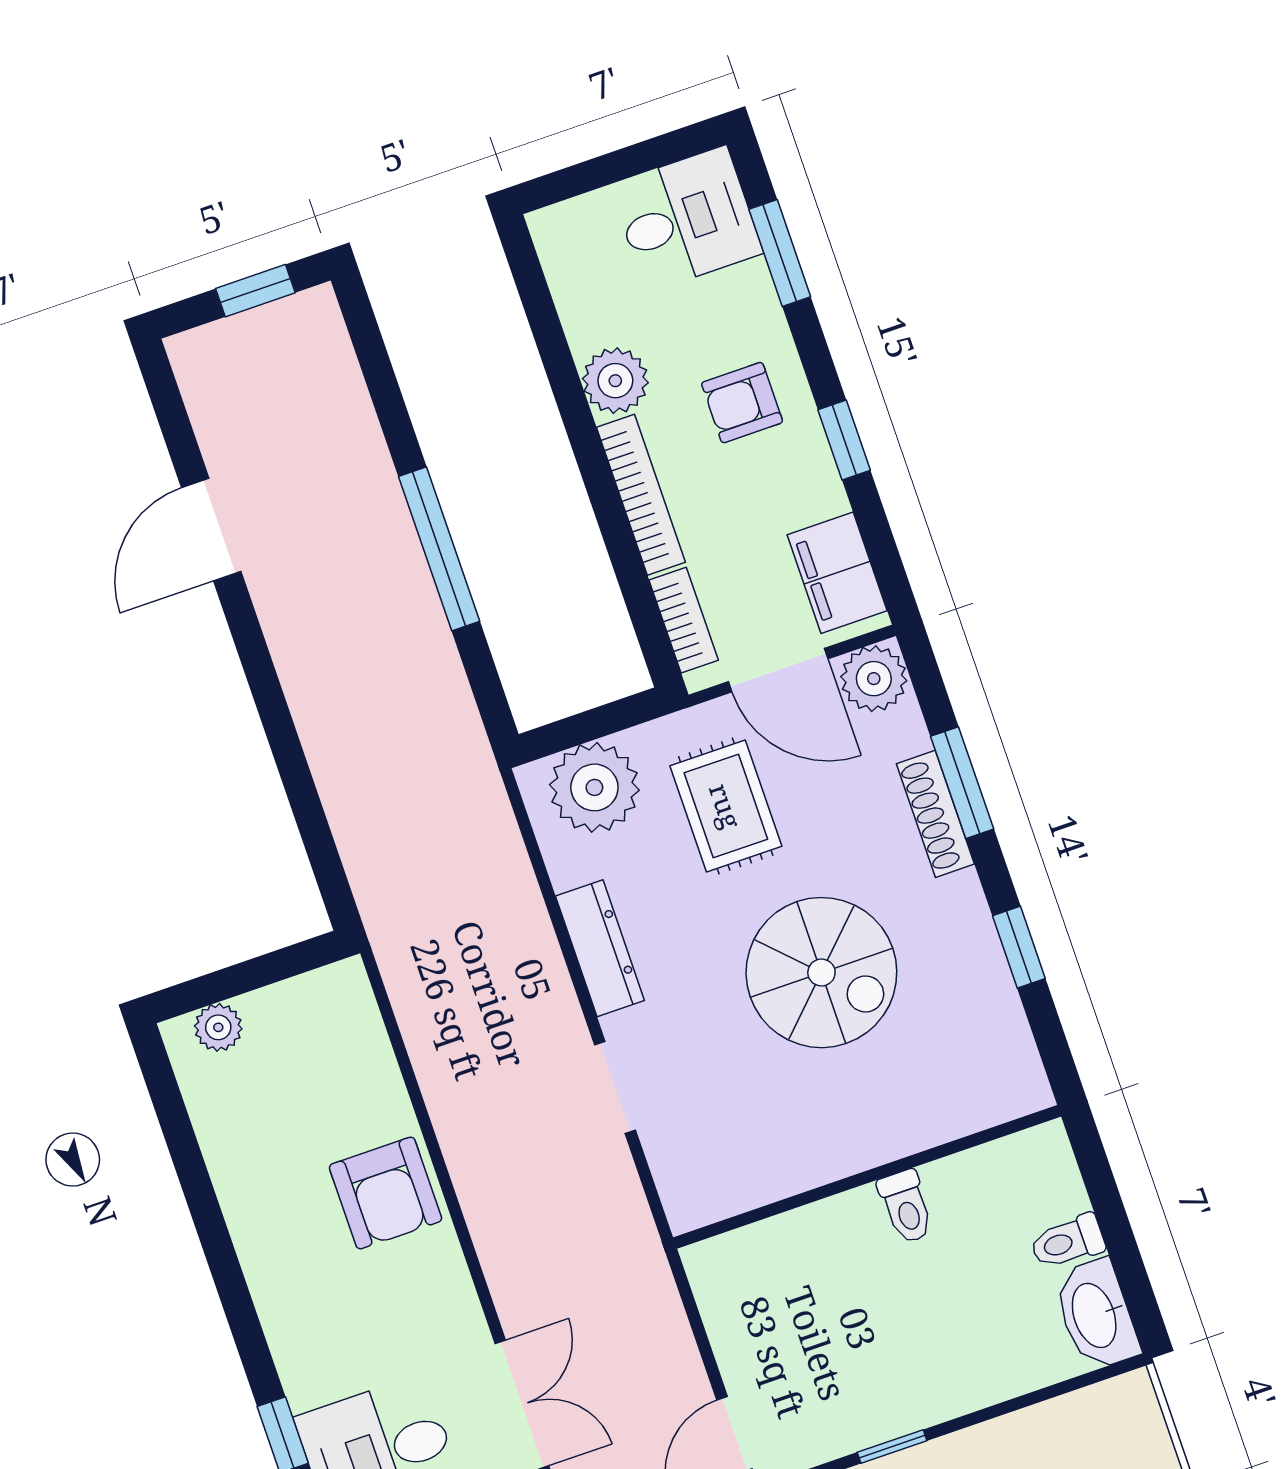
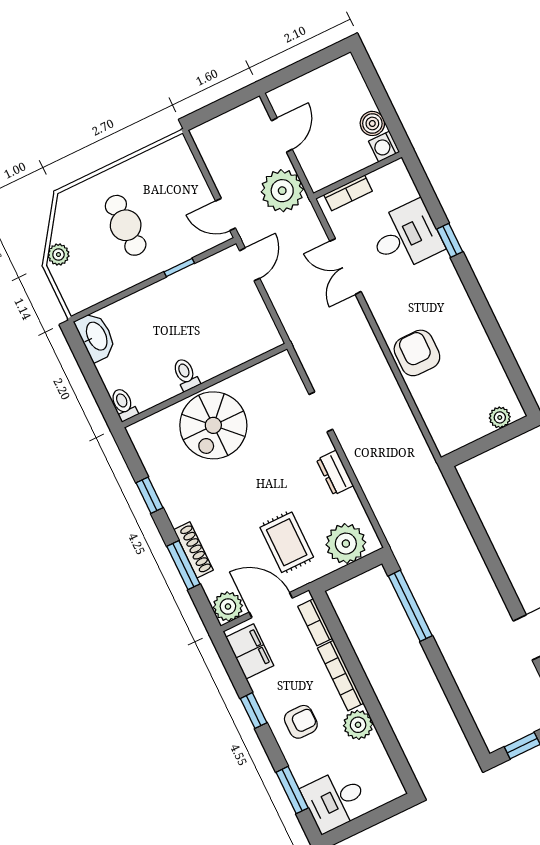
window: (439, 549) -> (410, 606), moved
dresser: (600, 948) -> (335, 473), width x0.70
spiral stairs: (821, 973) -> (213, 425), moved, turned -90
toilet: (1067, 1242) -> (124, 404), moved, turned -90

